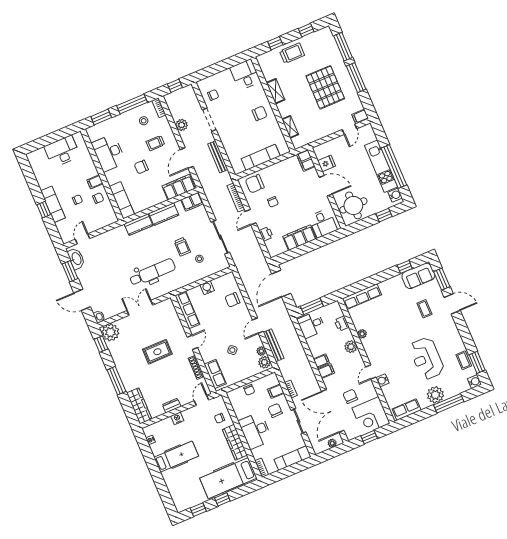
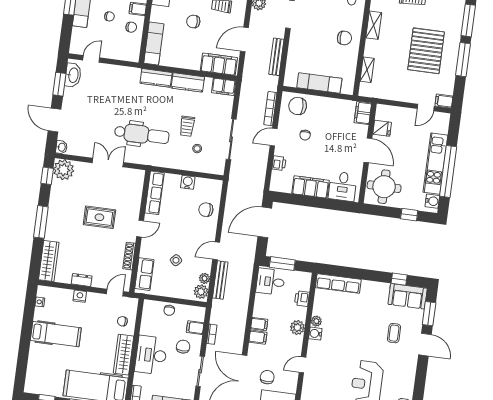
water cooler: (382, 380) -> (315, 334), moved

